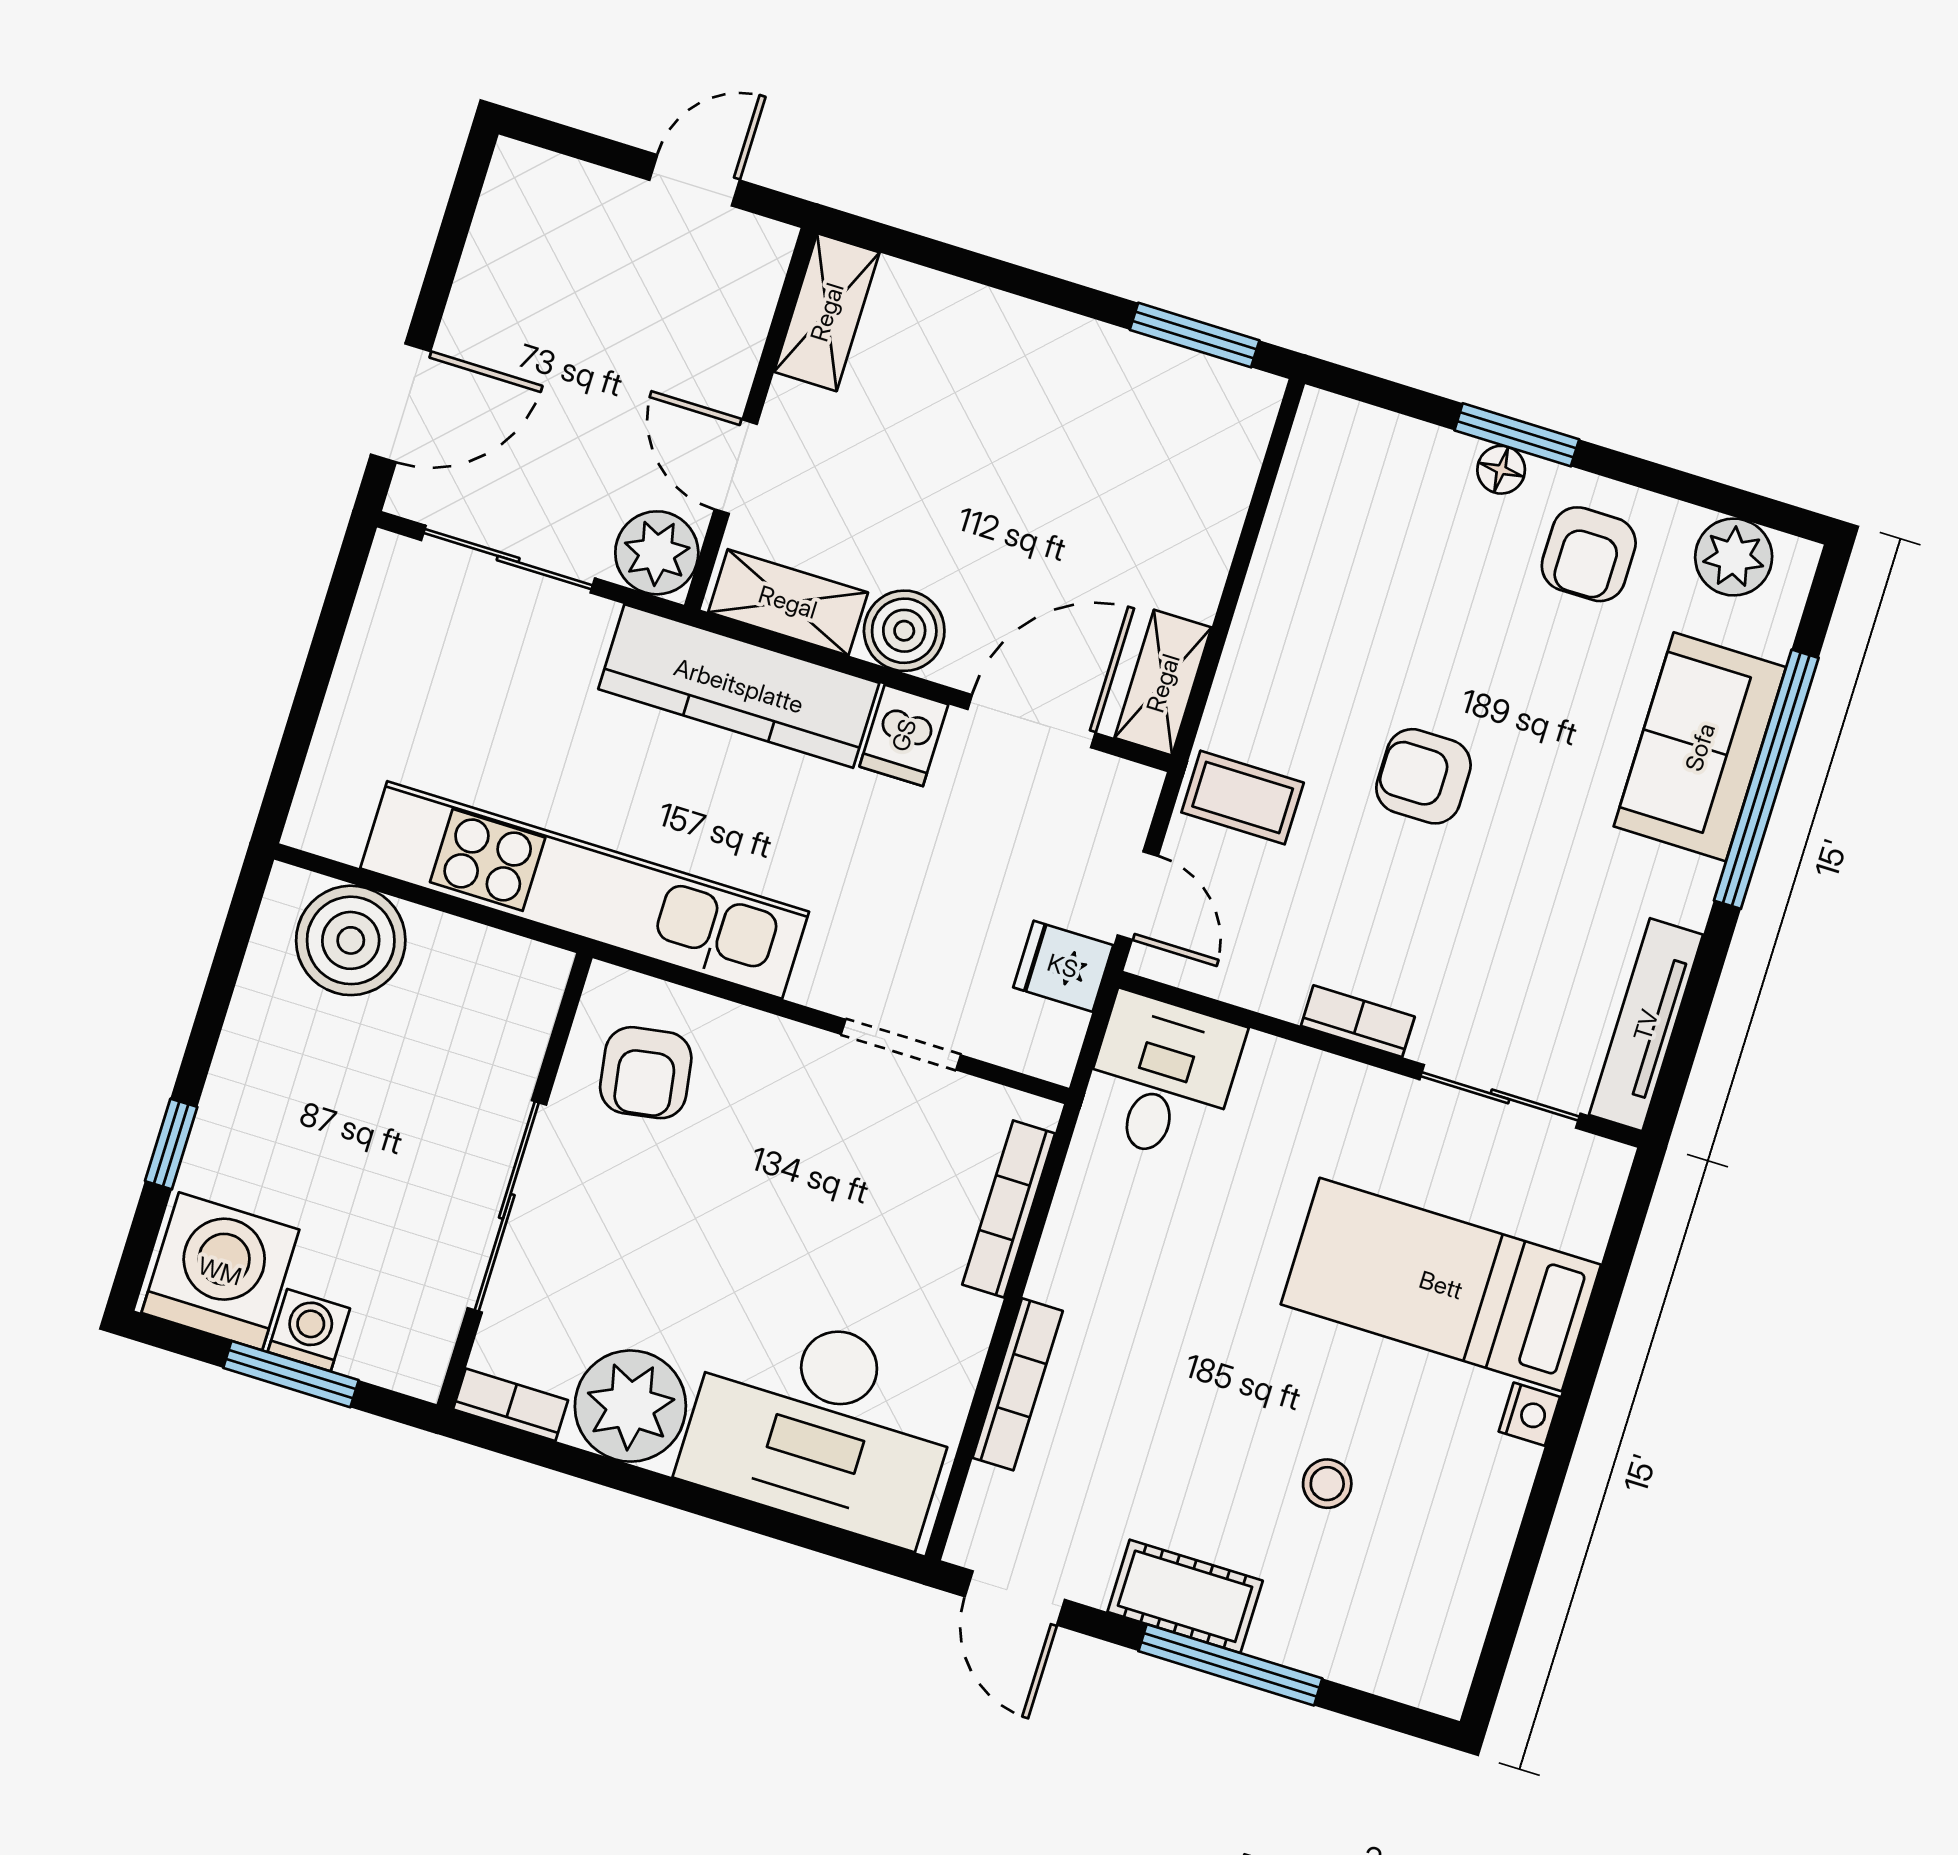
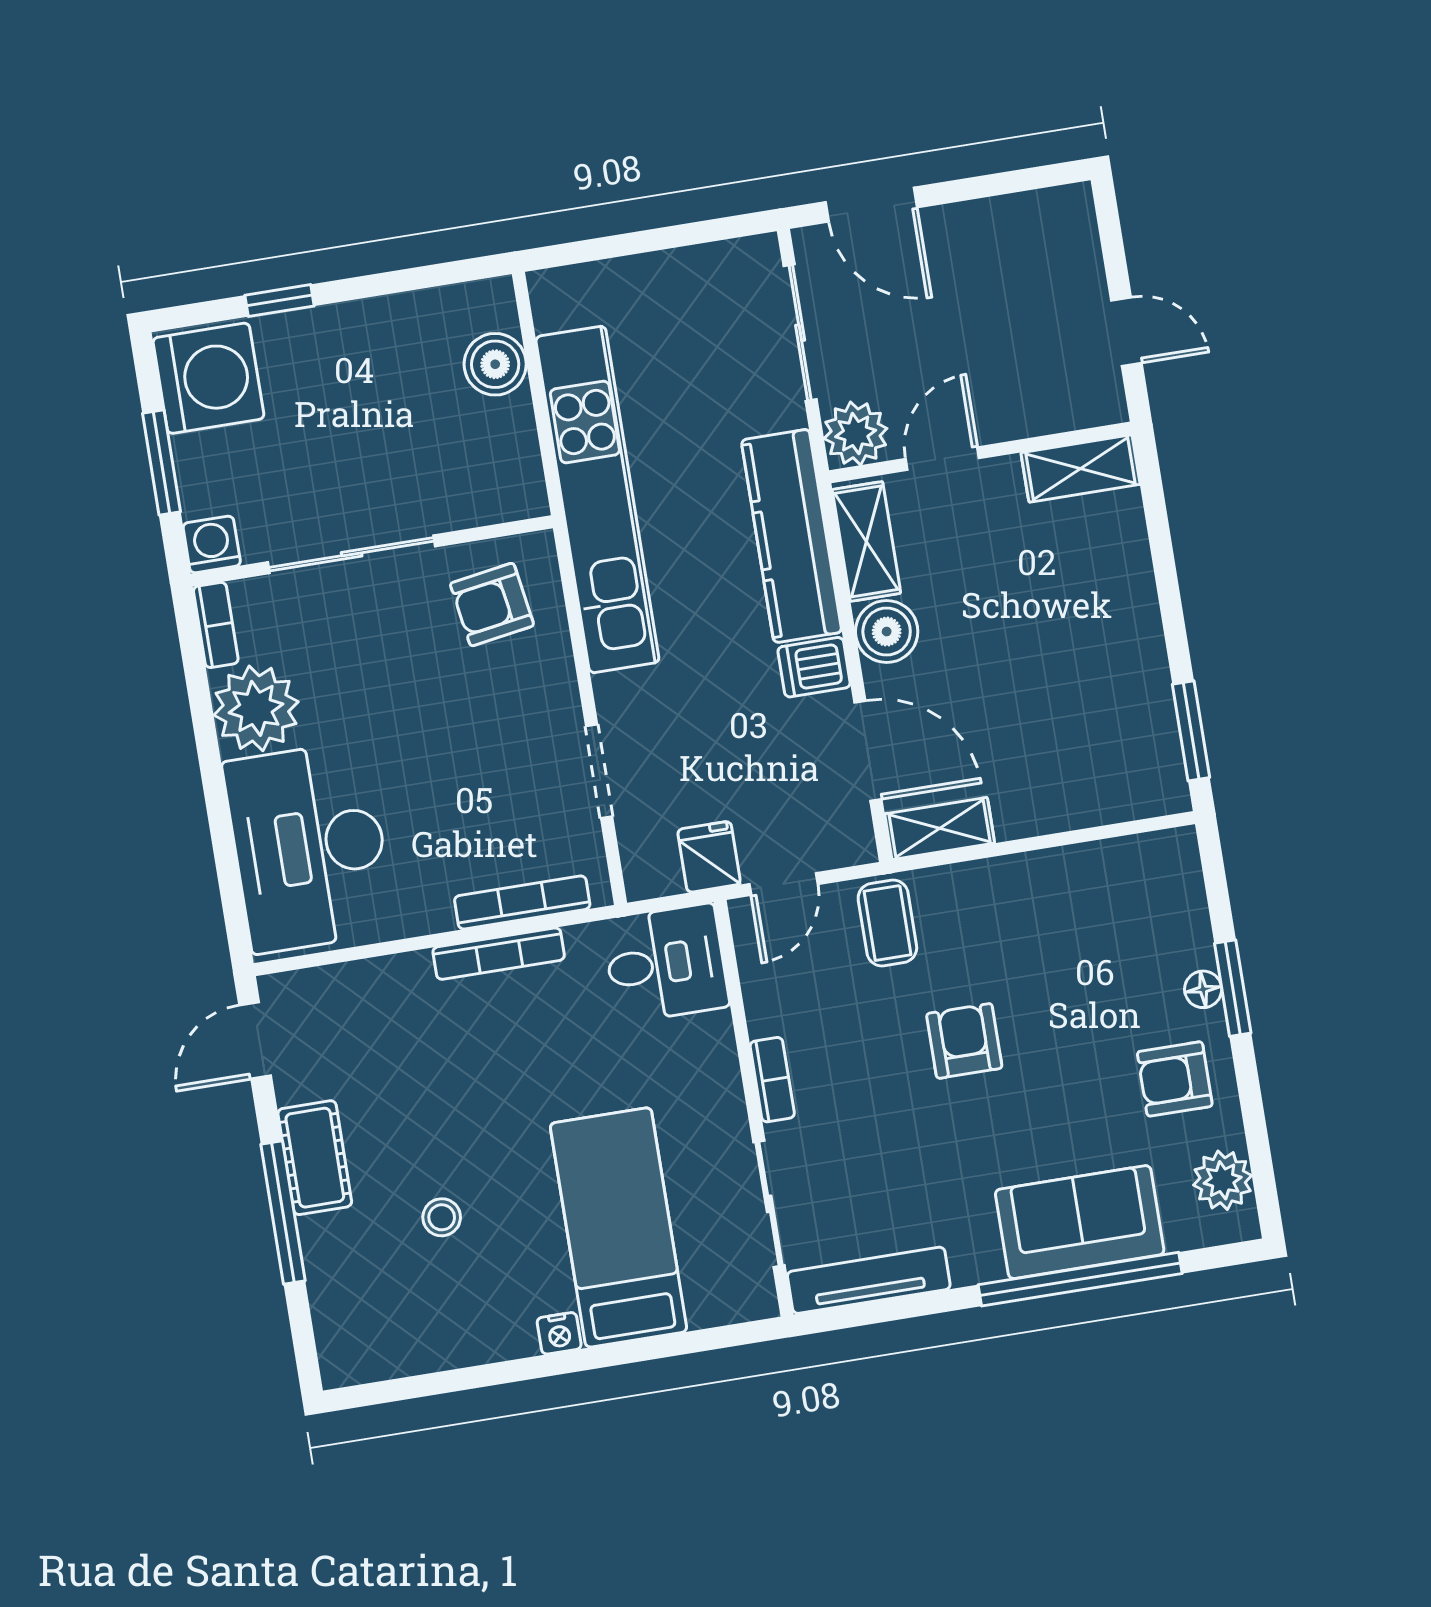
boiler: (351, 940) -> (495, 364), width x0.73, depth x0.73
washing machine: (309, 1330) -> (212, 544), moved, turned -90
bookcase: (1018, 1384) -> (499, 954), moved

